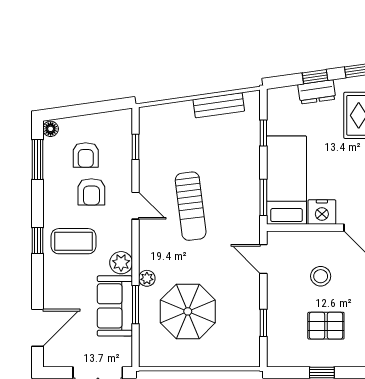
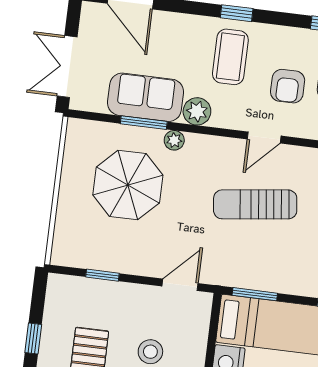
armchair: (91, 192) -> (288, 86), turned -90

